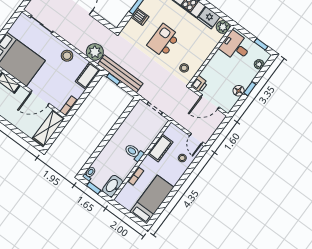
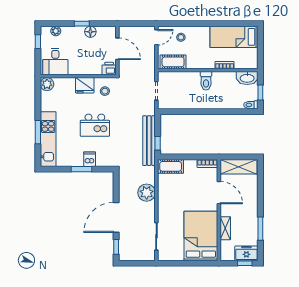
fridge: (209, 18) -> (85, 85), moved, turned 90
plant: (95, 52) -> (147, 193), moved
stool: (67, 56) -> (167, 196), removed
cot: (160, 148) -> (173, 62), moved

